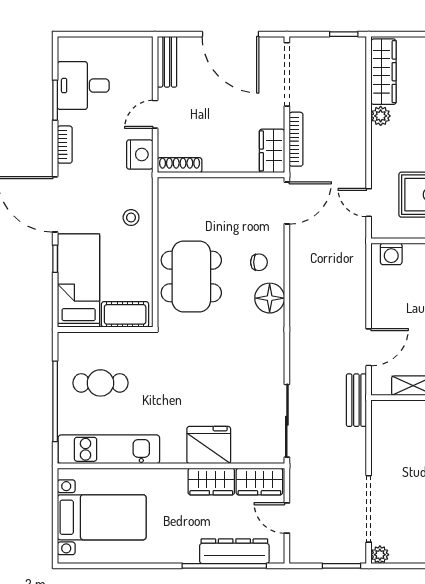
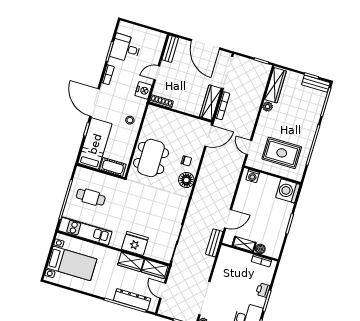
wardrobe: (272, 151) -> (211, 103), width x1.50

